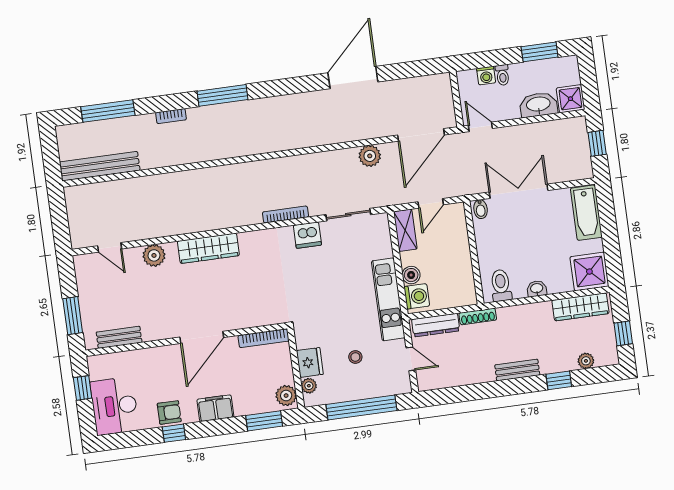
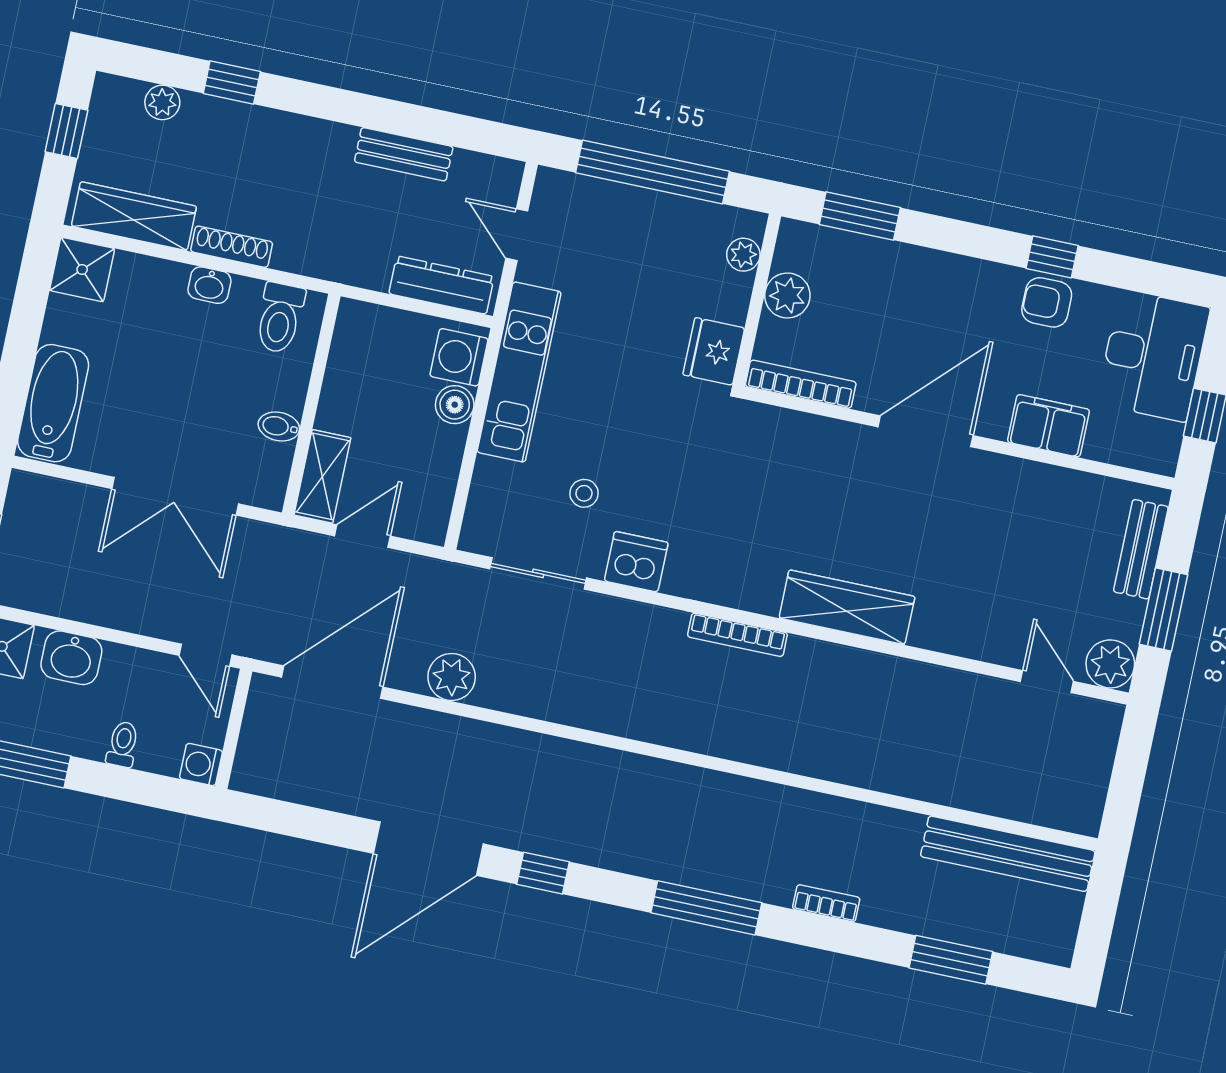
washing machine: (486, 76) -> (201, 765), moved, turned -90
window: (299, 85) -> (543, 873), added
washbasin: (538, 105) -> (71, 658), width x0.72
window: (108, 111) -> (951, 960), width x0.69
bidet: (481, 209) -> (279, 427), moved, turned -90
bookcase: (285, 214) -> (737, 635), moved
shelving: (405, 230) -> (322, 476), moved
plant: (154, 255) -> (1110, 664), moved
shower: (589, 272) -> (82, 269), width x0.73, depth x0.73
window: (73, 316) -> (1164, 609), moved
shoe rack: (478, 316) -> (232, 247), moved
bench: (119, 337) -> (1141, 549), moved, turned 90
stool: (355, 357) -> (584, 493), moved
fridge: (310, 362) -> (714, 351), moved
bench: (517, 370) -> (404, 154), moved
plant: (286, 396) -> (787, 295), moved
filing cabinet: (215, 408) -> (1048, 426), moved, turned 180

